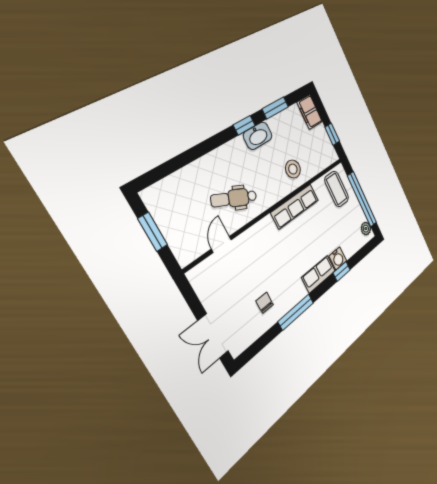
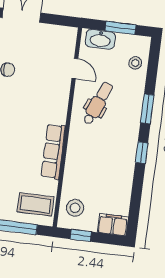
window: (275, 108) -> (147, 109), moved
washbasin: (258, 136) -> (100, 39), moved, turned -90
stool: (293, 169) -> (75, 208), moved
stool: (174, 190) -> (135, 63), added

